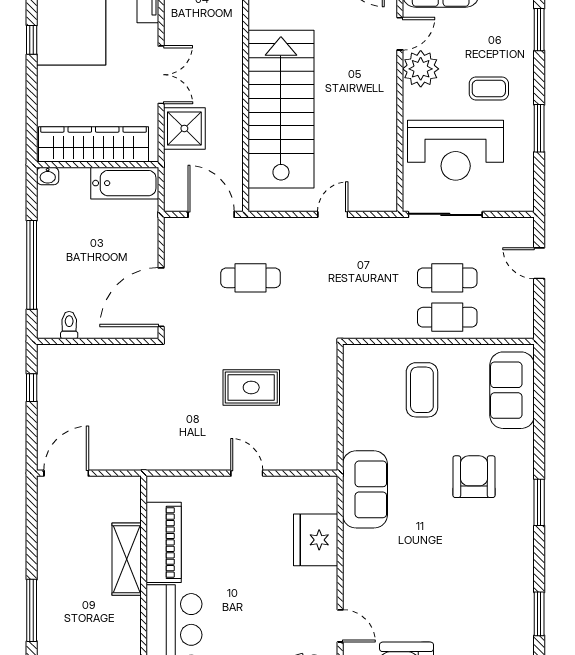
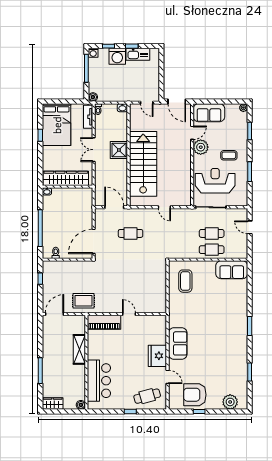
double door: (161, 75) -> (94, 150), swing flipped
shower: (184, 128) -> (119, 150), moved
reception desk: (456, 150) -> (215, 181), turned 180
bathtub: (125, 183) -> (79, 194), removed
door: (333, 214) -> (164, 207), swing flipped
rug: (251, 387) -> (83, 301), moved
coffee table: (422, 390) -> (185, 281), moved
sofa: (512, 390) -> (232, 270), moved, turned -90
armchair: (474, 477) -> (223, 315), removed
sofa: (365, 489) -> (178, 343), moved
fridge: (316, 540) -> (157, 356), moved
piano: (164, 542) -> (104, 322), moved, turned 90

